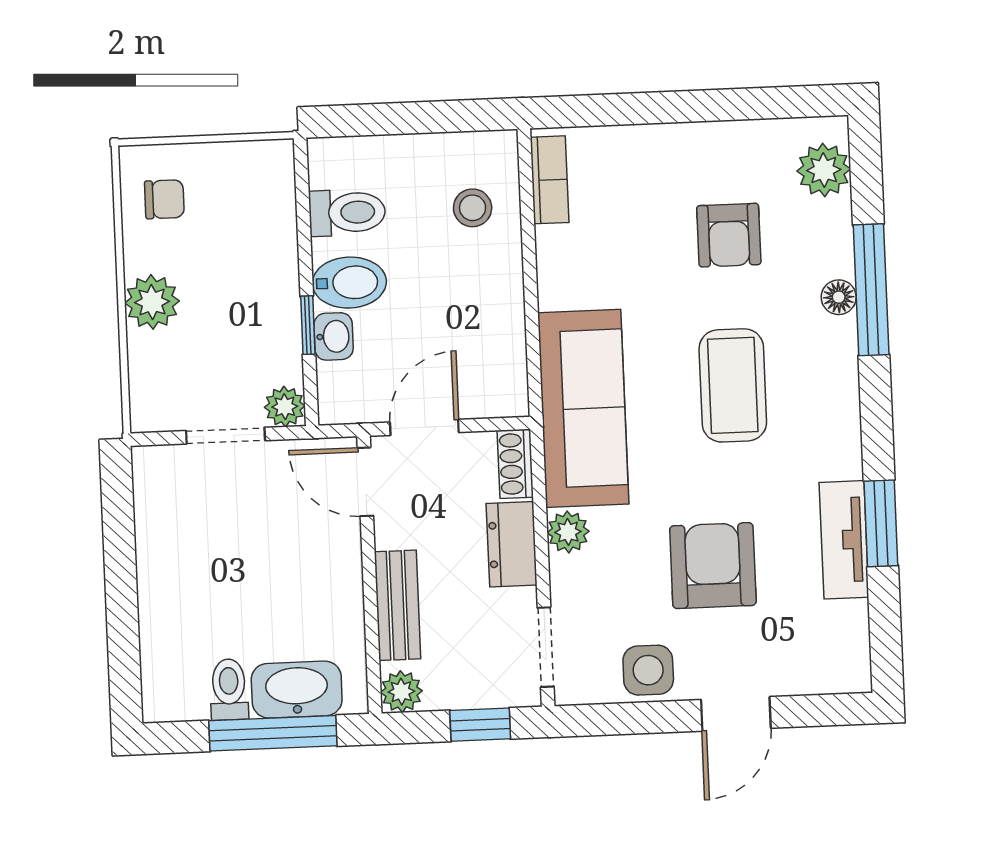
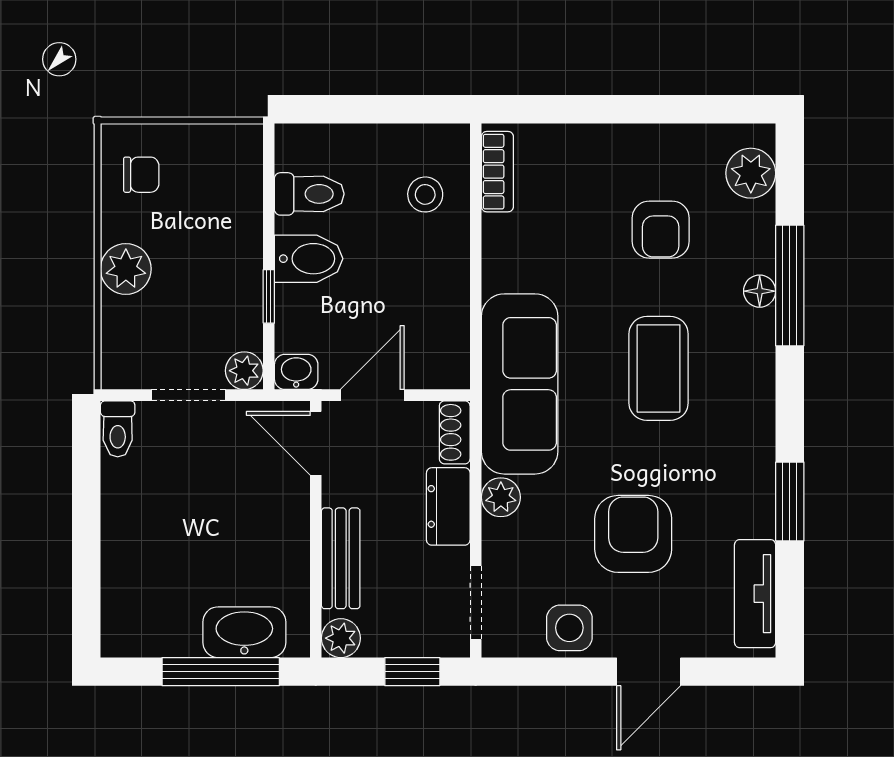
washbasin: (334, 336) -> (296, 372), moved, turned -90
tv unit: (844, 540) -> (755, 594), moved
toilet: (229, 689) -> (118, 429), moved, turned 180

